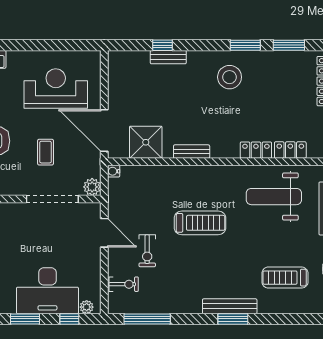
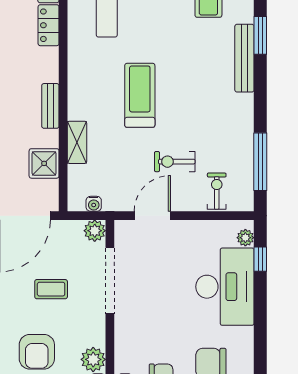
shower: (146, 142) -> (44, 163), width x0.73, depth x0.73
water cooler: (114, 171) -> (94, 204), moved
shelving: (163, 173) -> (77, 142), added
exercise bike: (147, 251) -> (175, 162), turned 180
window: (25, 319) -> (260, 315), removed
window: (233, 319) -> (260, 35), moved

